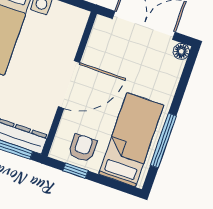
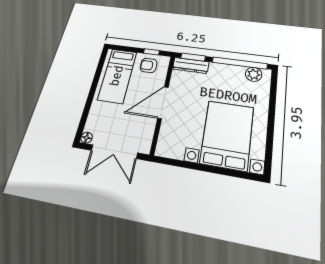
window: (163, 140) -> (96, 79), removed
armchair: (83, 148) -> (149, 65), turned 90

